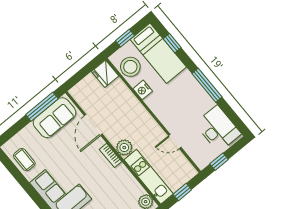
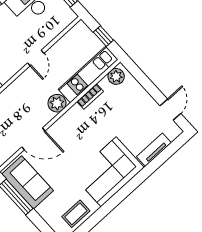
door: (175, 141) -> (36, 58), moved
bookcase: (111, 155) -> (90, 96), moved

